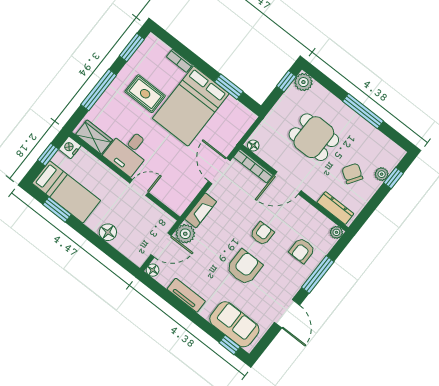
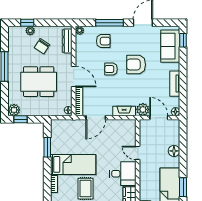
bed: (191, 106) -> (73, 164), width x0.67
dining table: (314, 137) -> (39, 82), width x1.38

